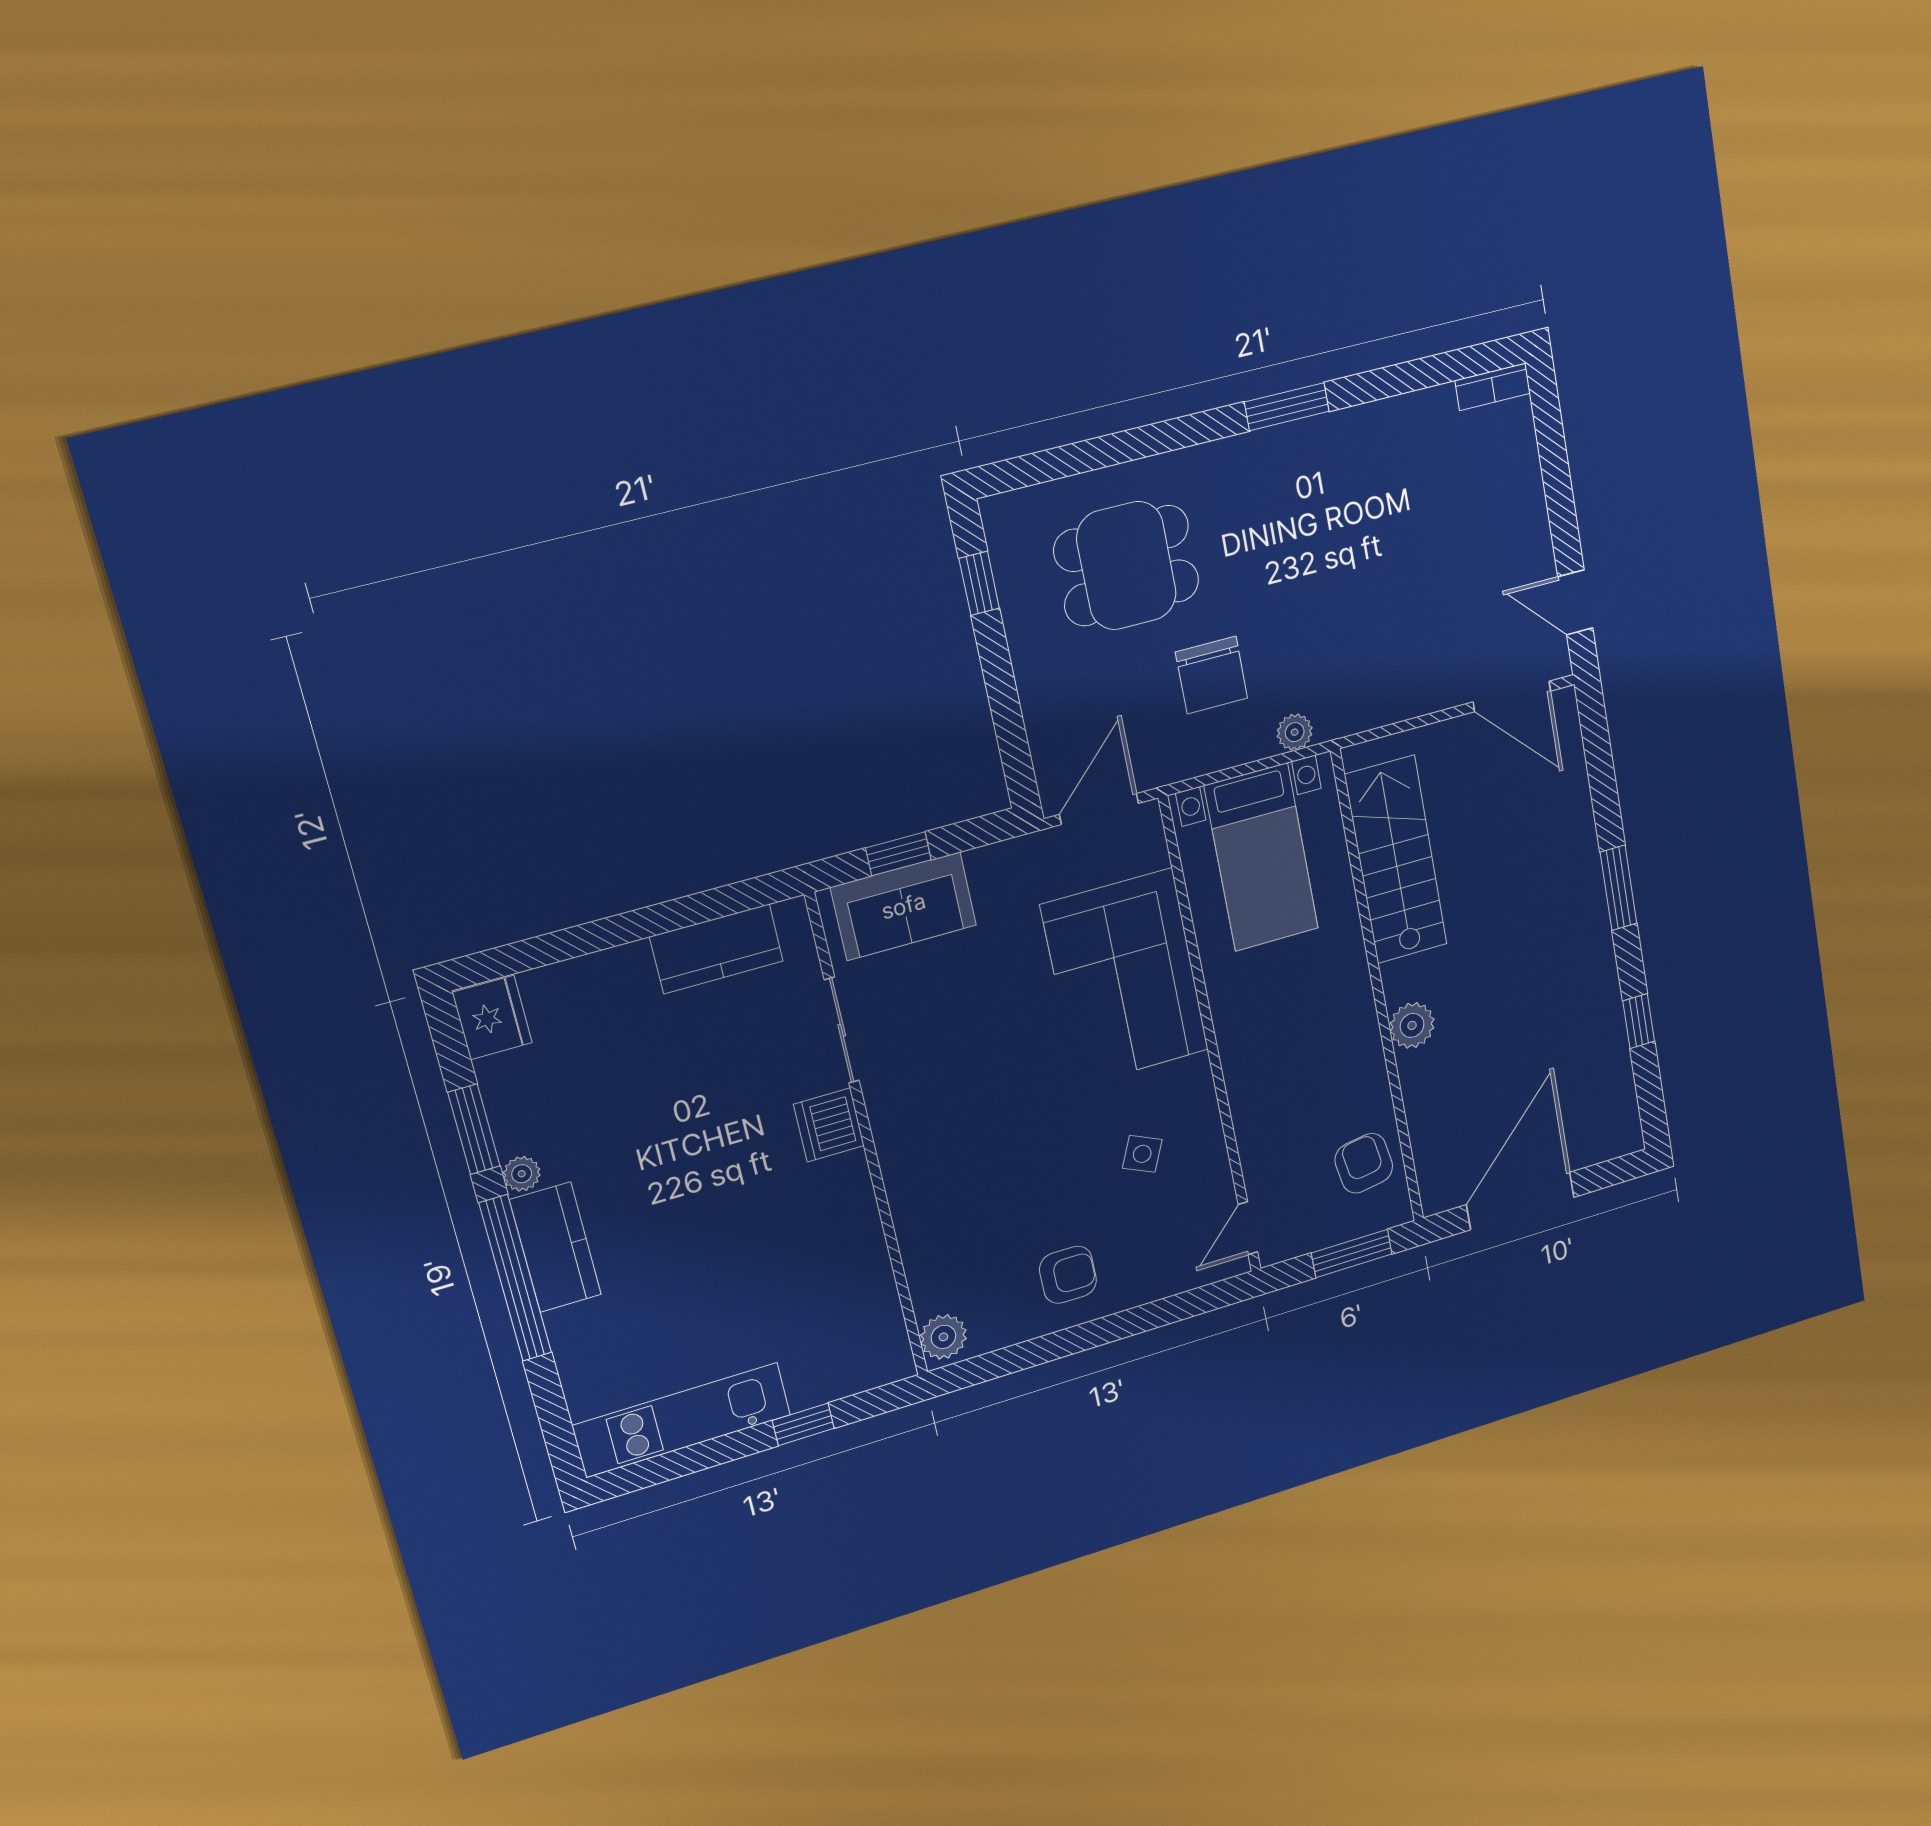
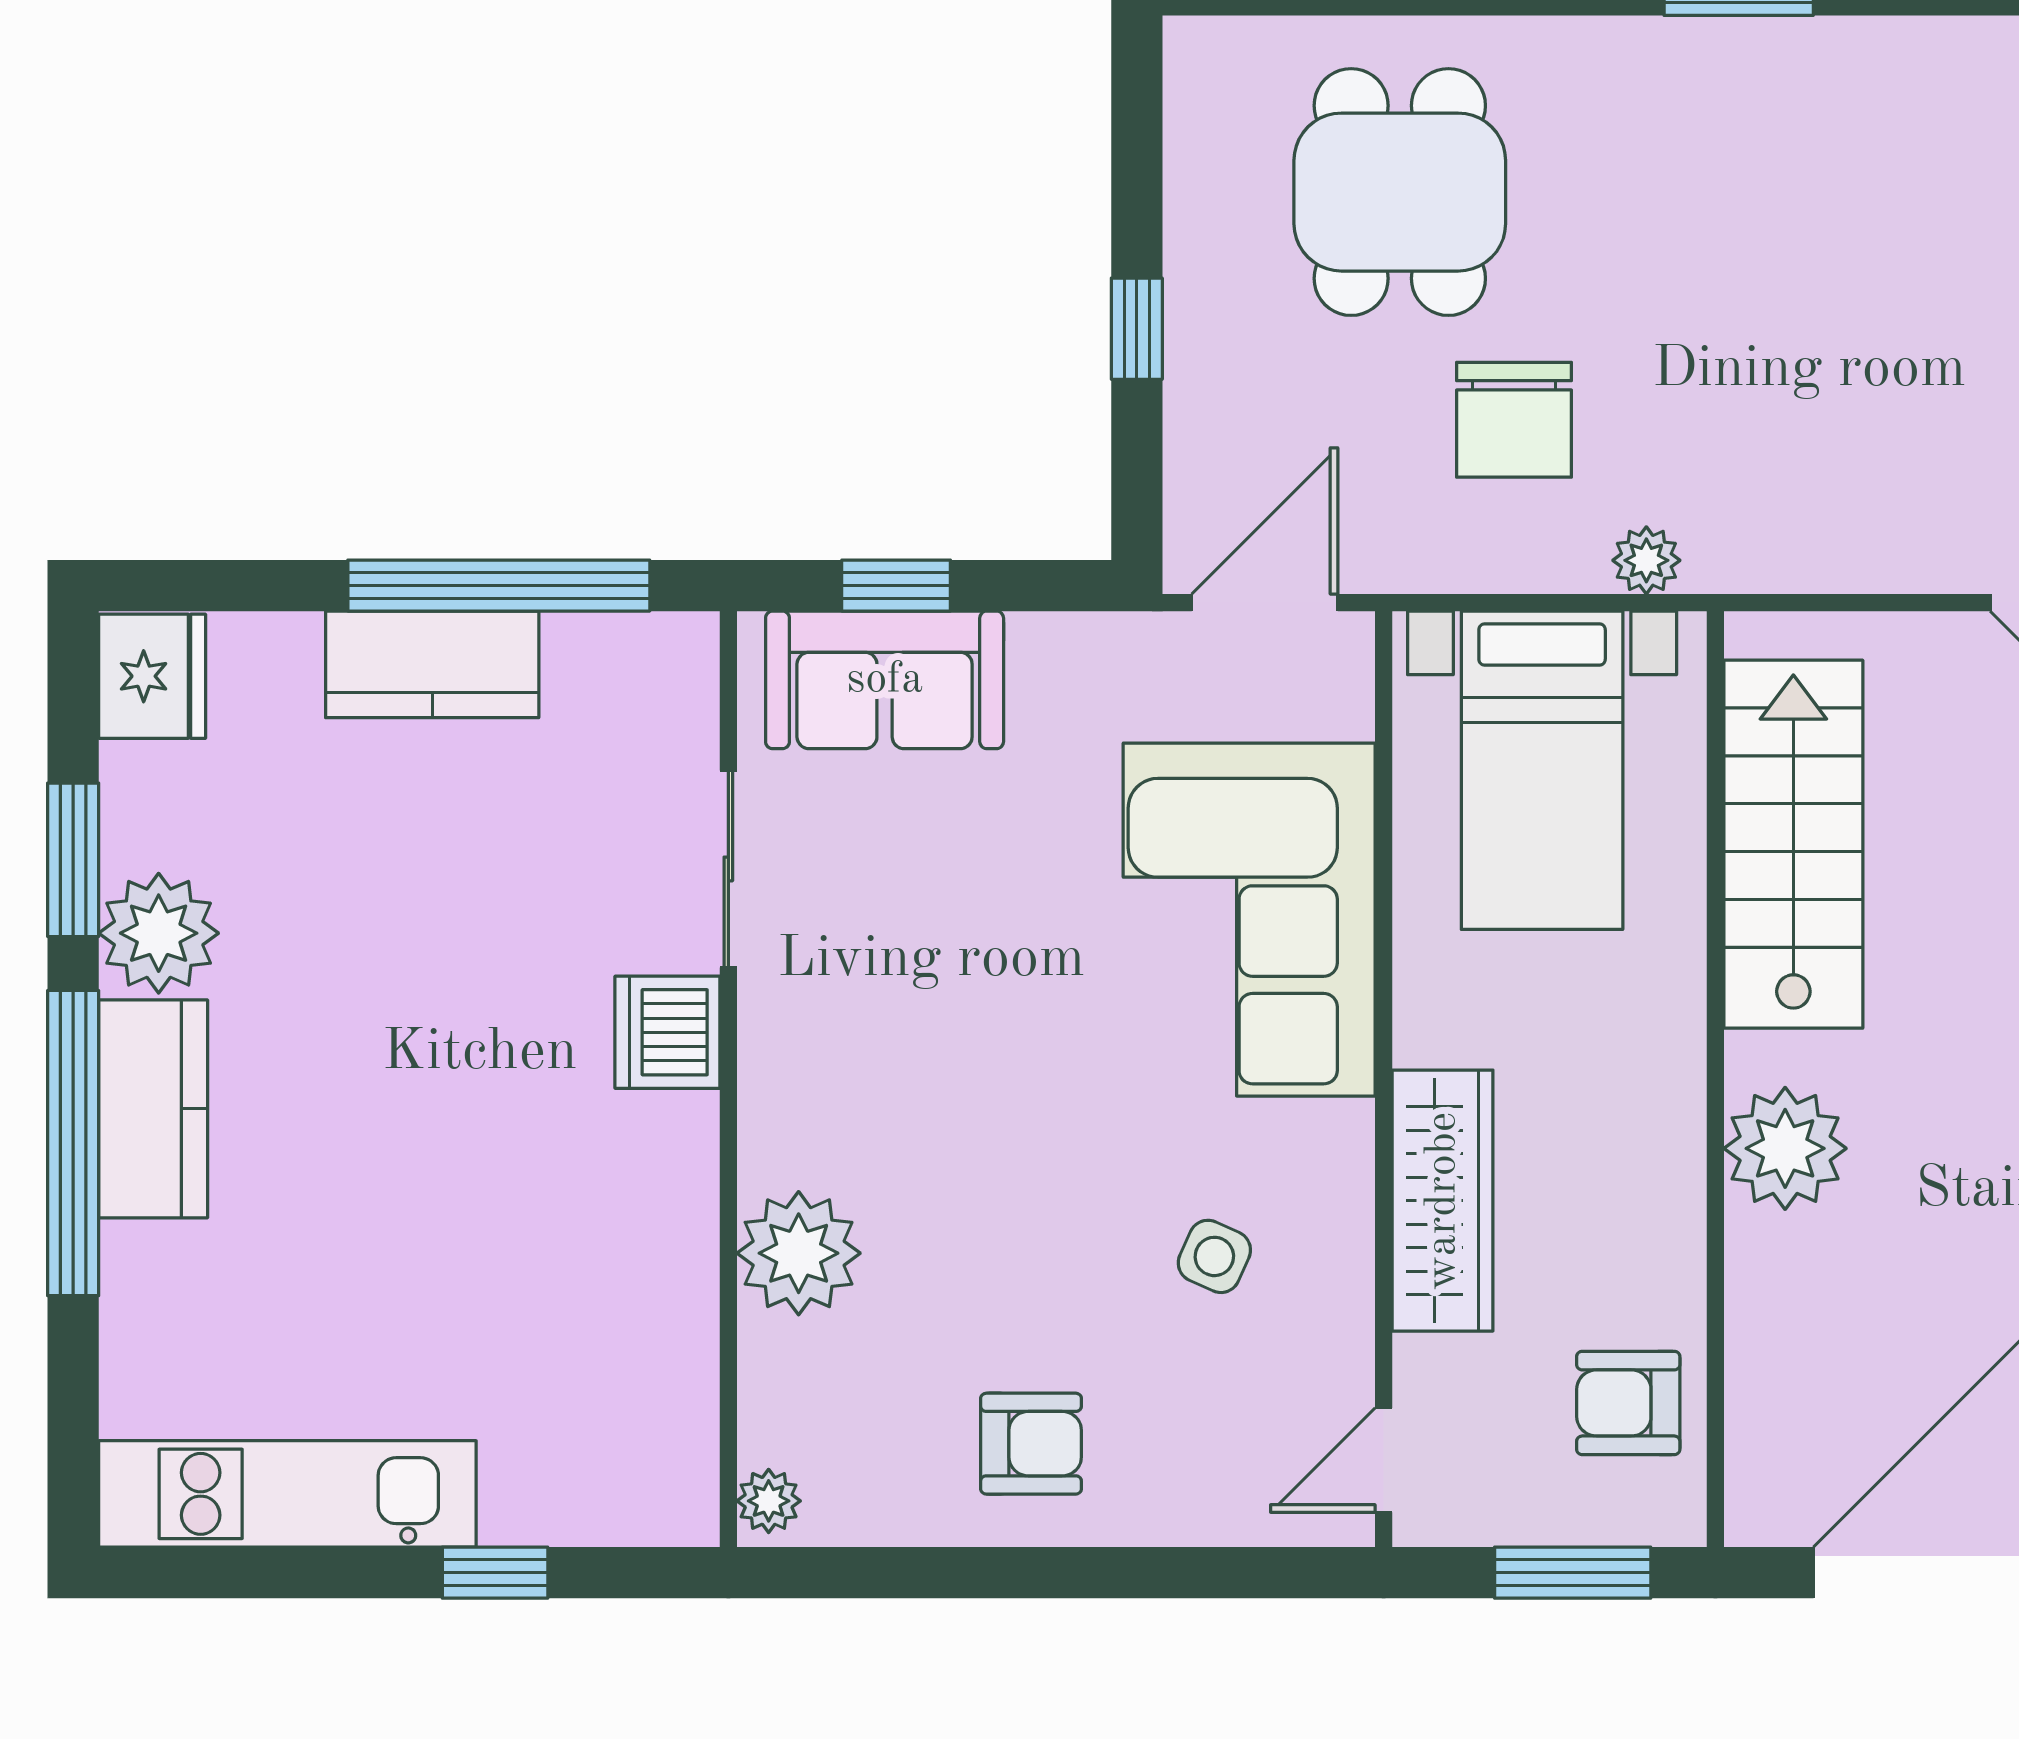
dining table: (1127, 566) -> (1400, 192), turned 90
window: (979, 583) -> (1137, 329), moved
window: (677, 914) -> (499, 586), added
kitchen counter: (717, 949) -> (432, 664), moved
plant: (1412, 1025) -> (1785, 1148), width x1.36, depth x1.36
wardrobe: (1253, 1091) -> (1443, 1201), added
armchair: (1364, 1163) -> (1628, 1403), turned -81
plant: (522, 1174) -> (159, 933), width x1.87, depth x1.87
plant: (926, 1217) -> (799, 1253), added
plant: (943, 1337) -> (769, 1501), width x0.73, depth x0.73

